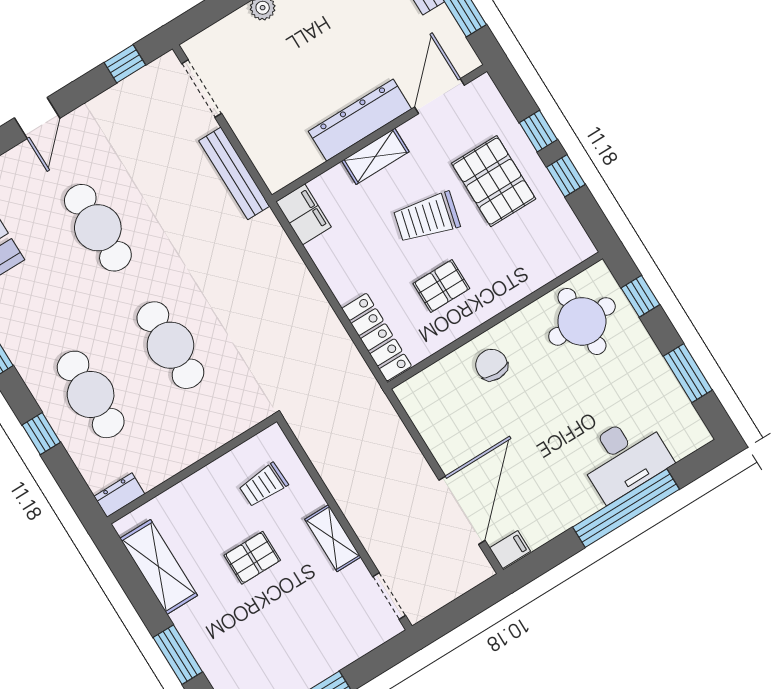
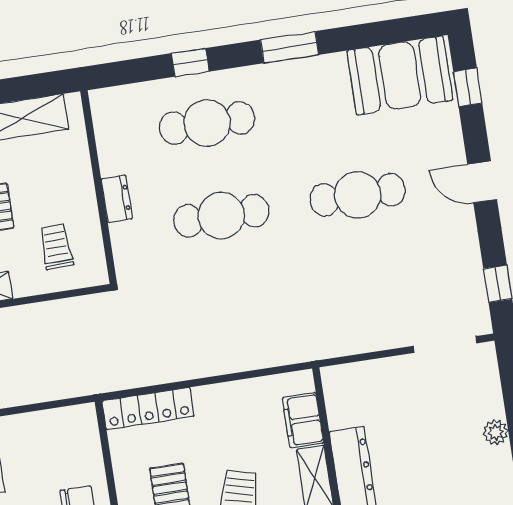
bench: (234, 173) -> (354, 342), removed
filing cabinet: (303, 214) -> (303, 420), moved, turned 90
dresser: (119, 495) -> (117, 199), moved

